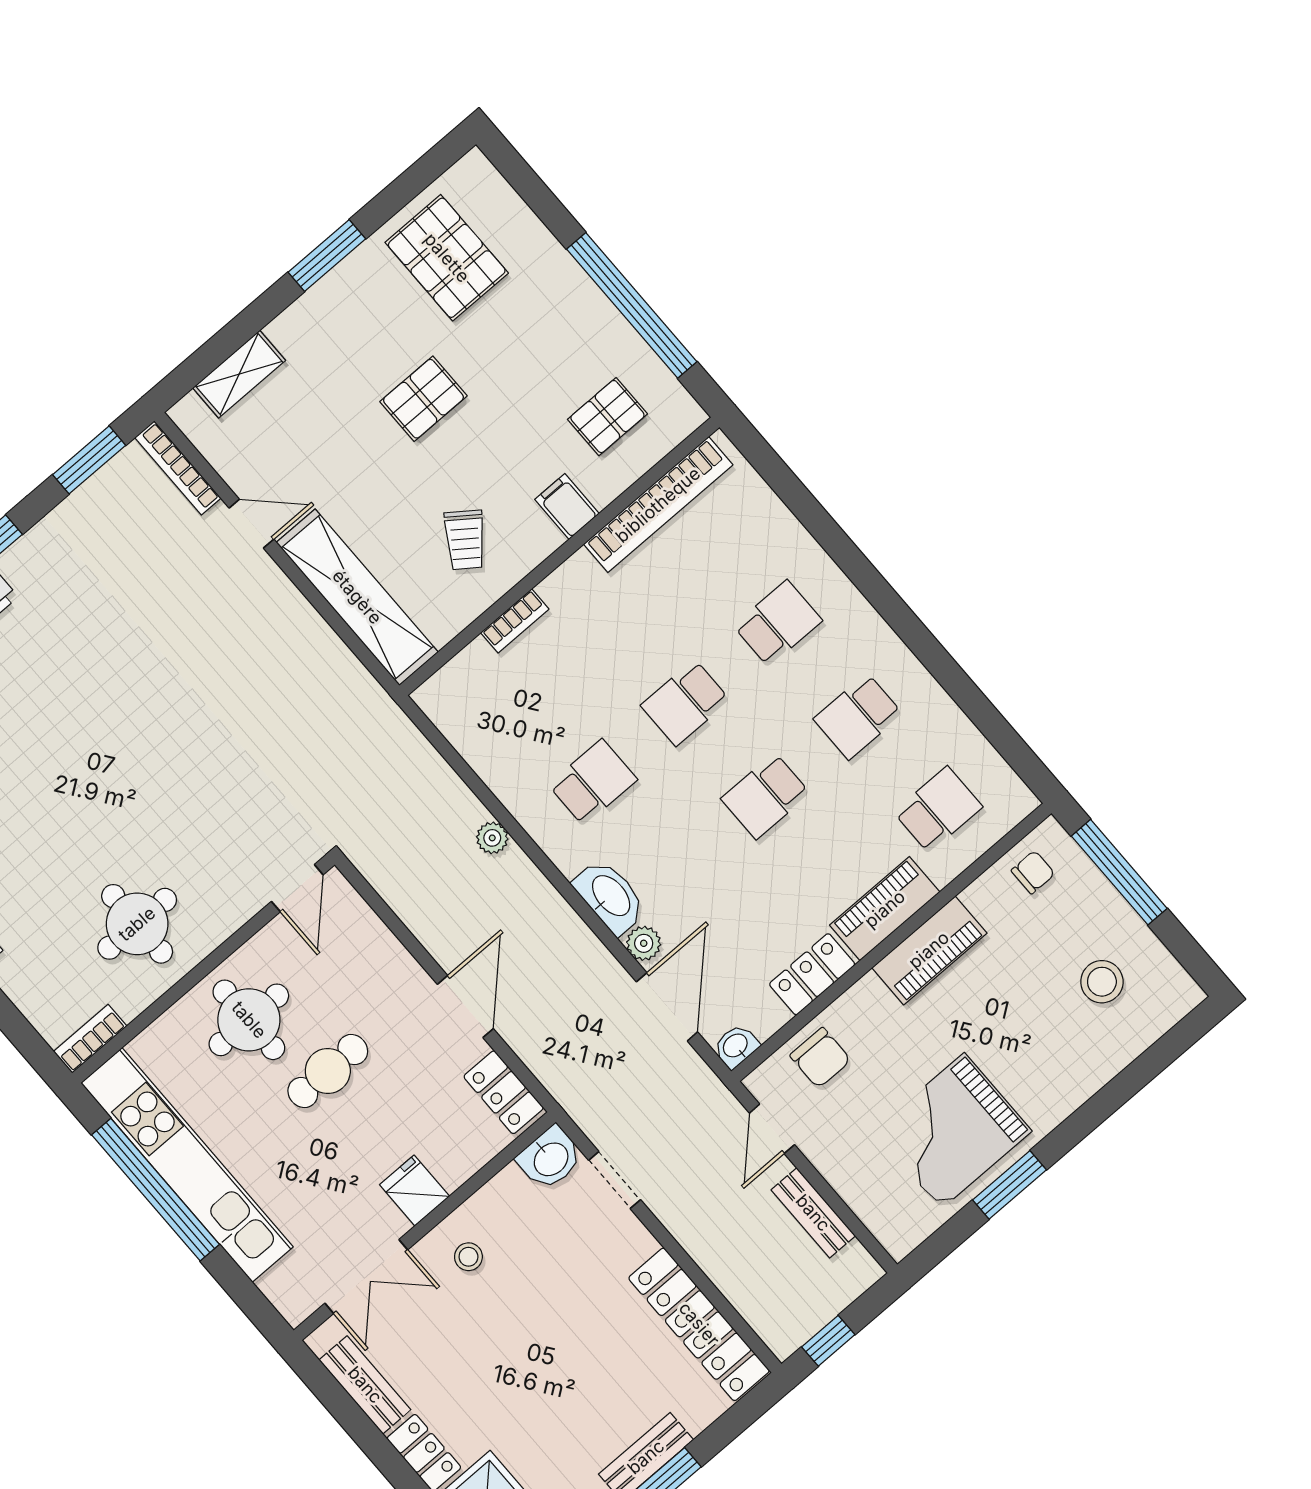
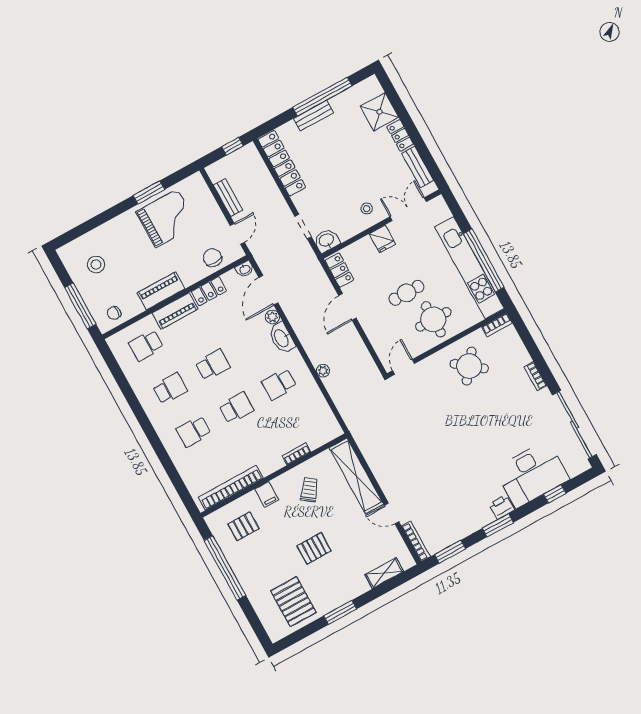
round table: (137, 924) -> (469, 366), turned 38

